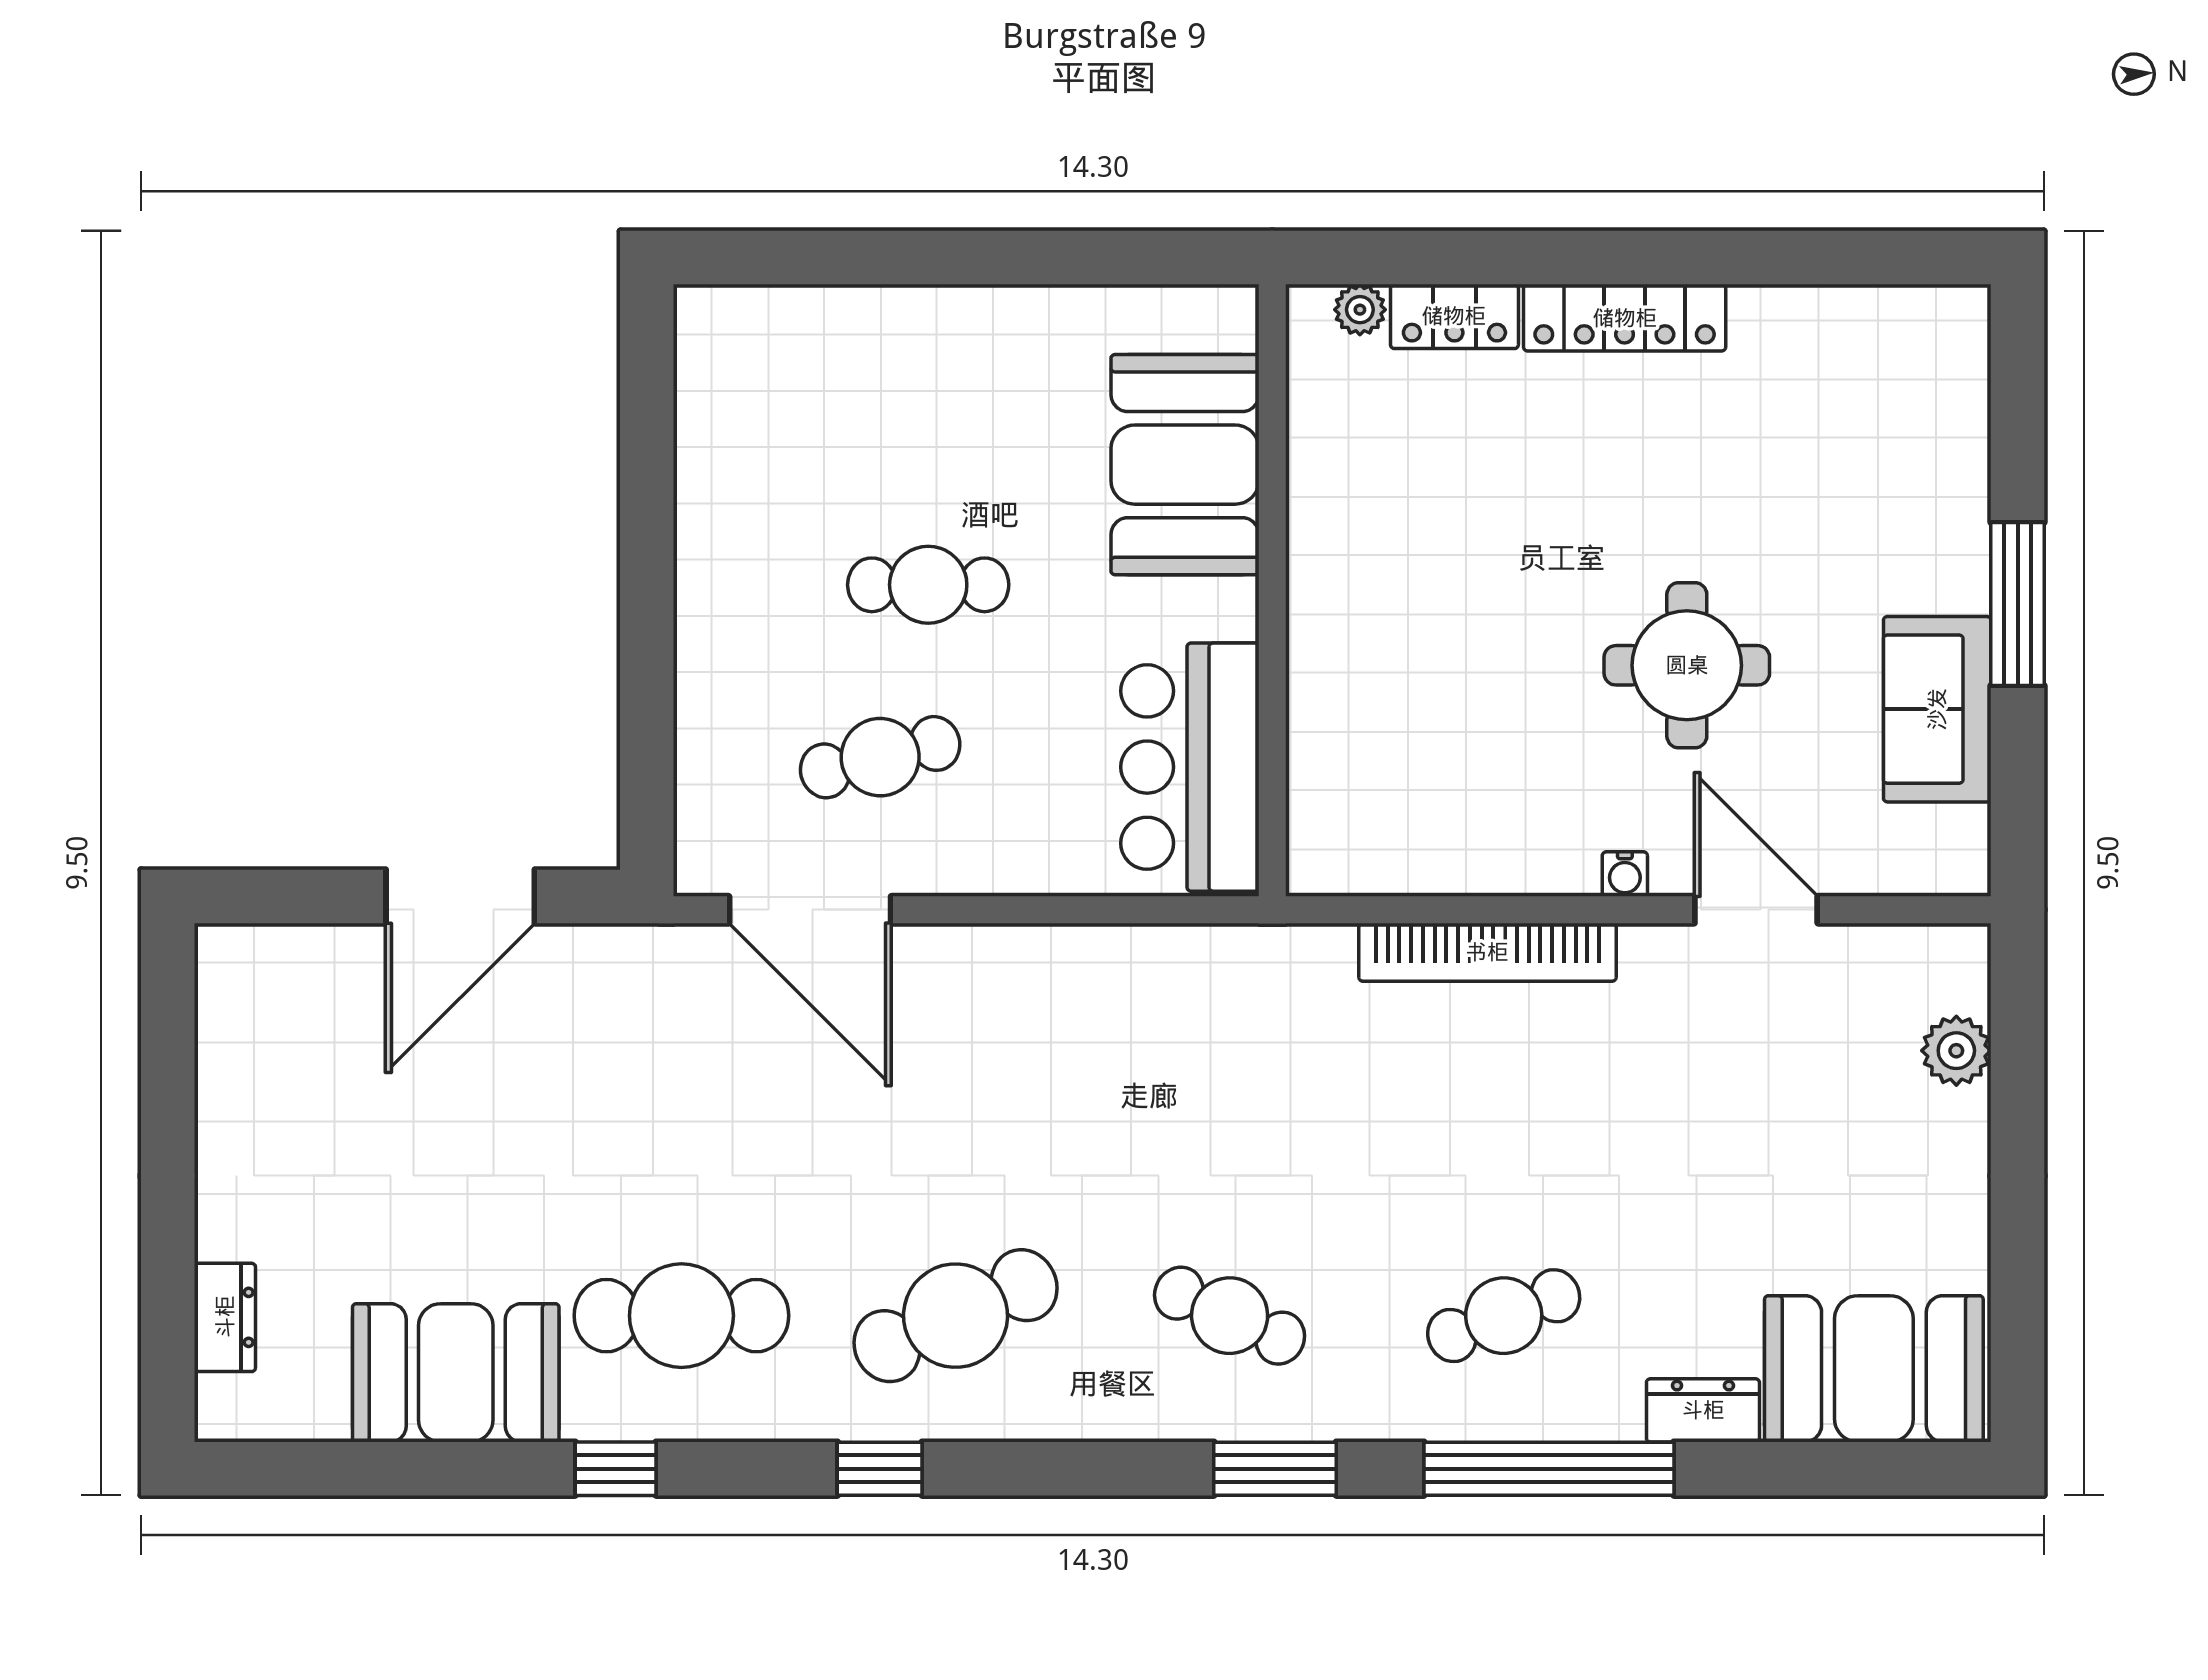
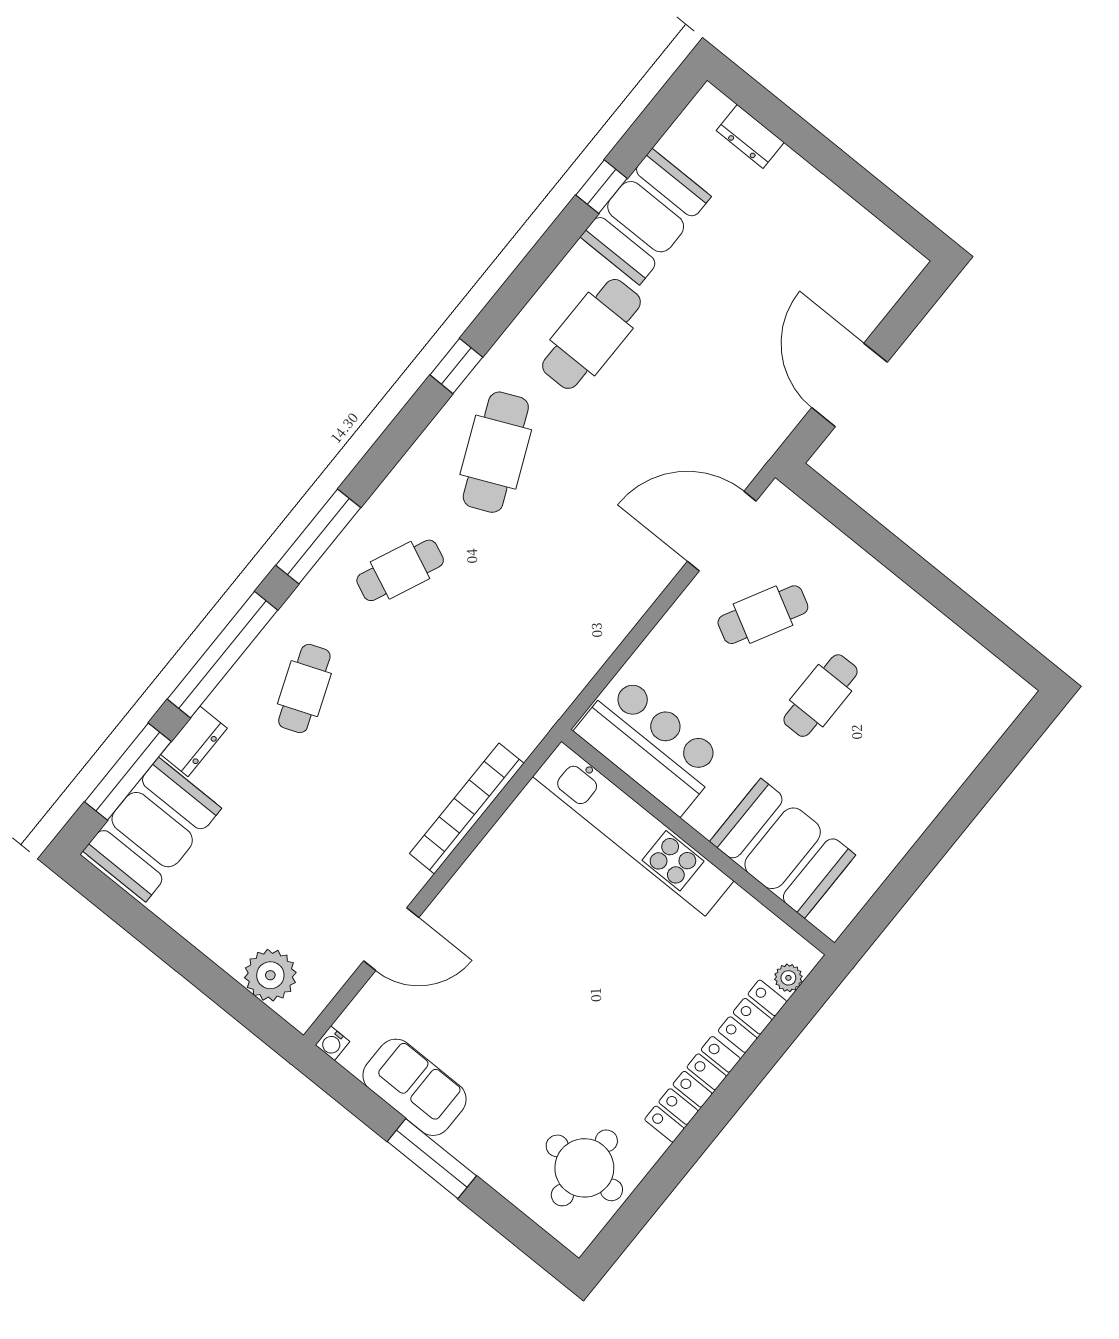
round table: (1687, 665) -> (584, 1168), moved
kitchen unit: (1327, 696) -> (633, 829), added
cafe table: (880, 757) -> (763, 615), turned 42
water cooler: (1625, 874) -> (332, 1043), moved, turned -90
plant: (1956, 1051) -> (270, 975), width x1.36, depth x1.36
window: (616, 1469) -> (601, 187), moved
window: (1275, 1469) -> (318, 536), width x1.44
window: (1820, 1469) -> (128, 772), added

